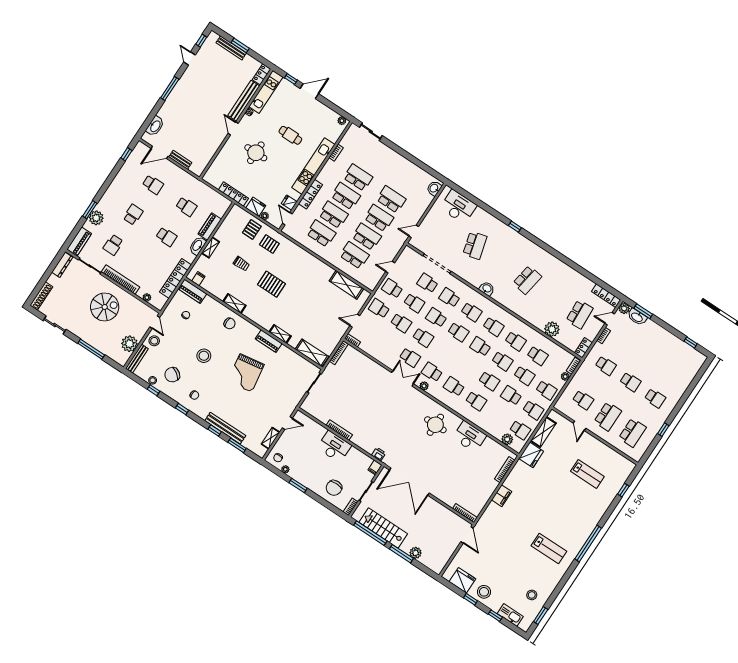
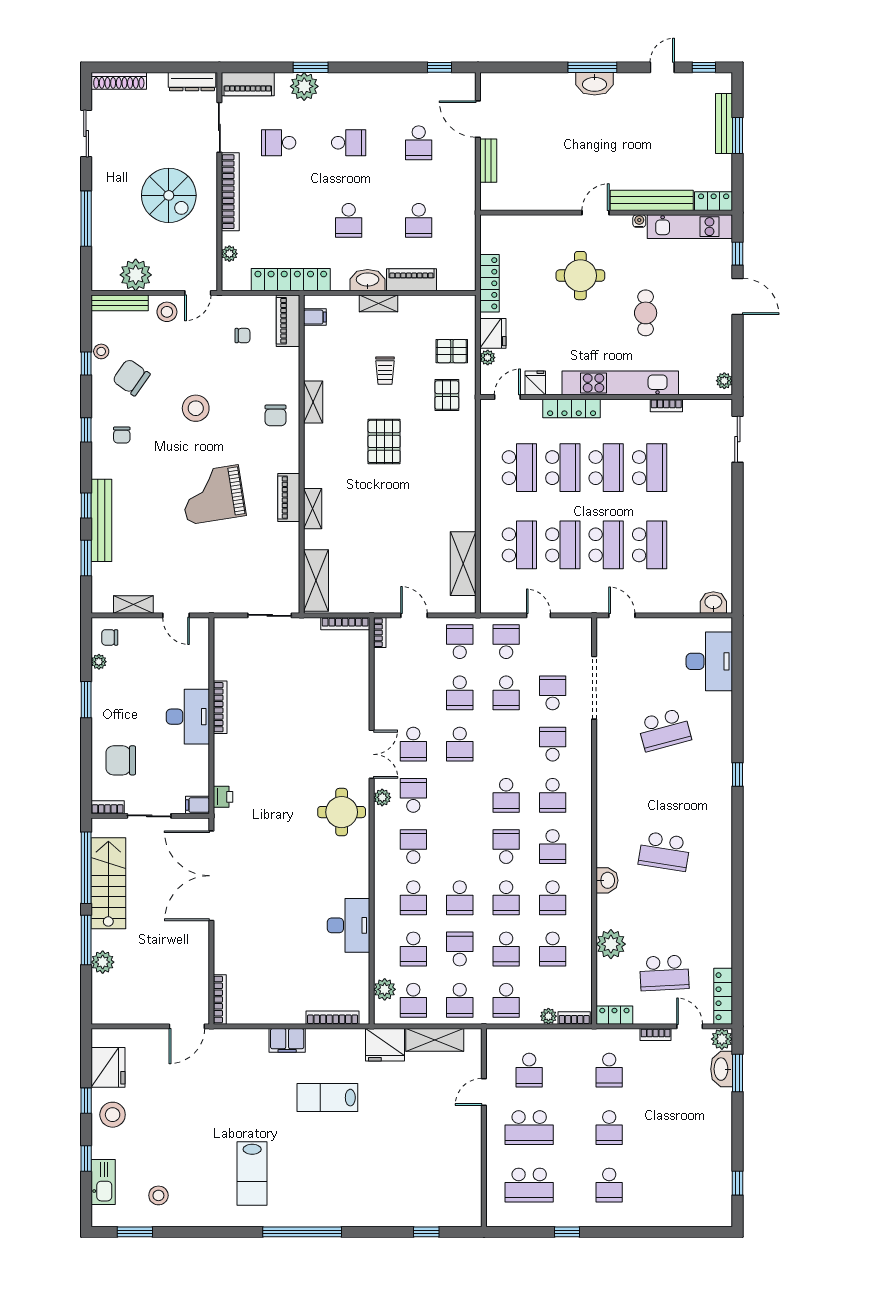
washbasin: (155, 126) -> (595, 84), moved
washbasin: (487, 289) -> (607, 880), moved
school desk: (436, 318) -> (413, 949), moved, turned 180
round table: (435, 425) -> (342, 812), moved
lab bench: (587, 474) -> (327, 1098), moved, turned 90

